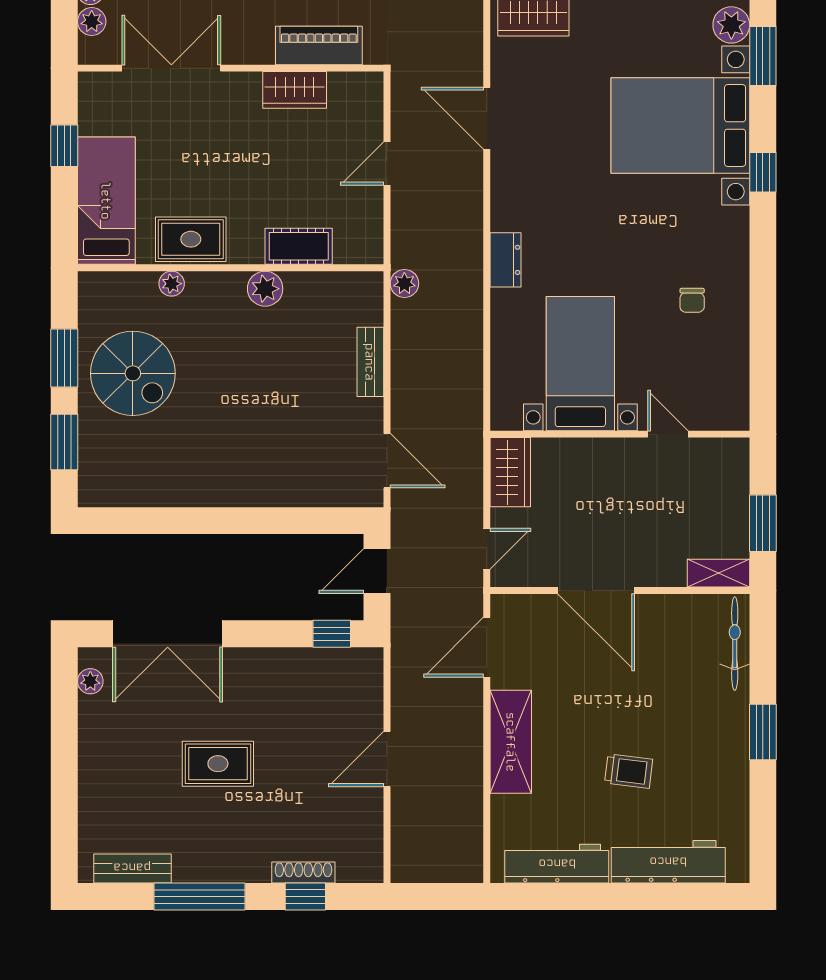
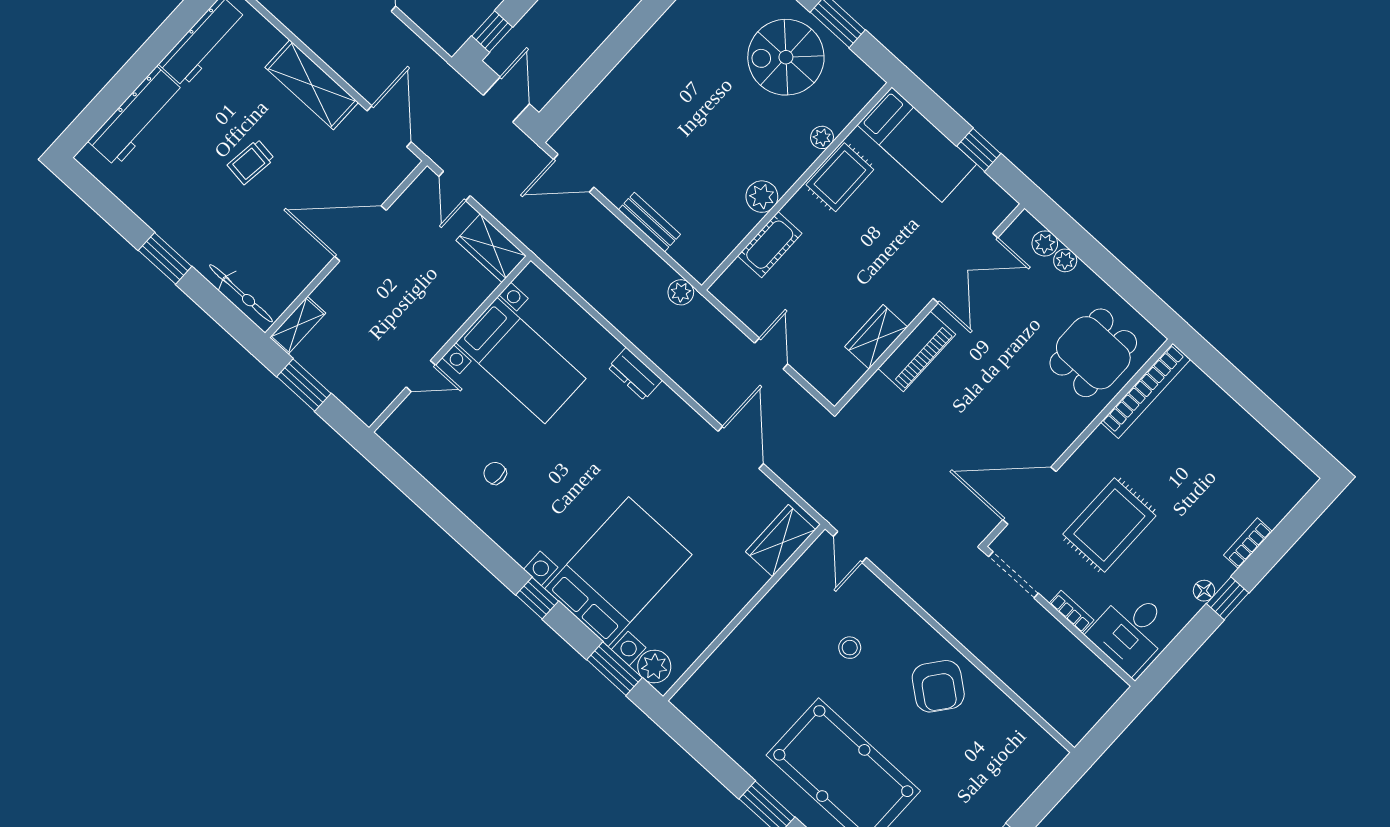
piano: (319, 46) -> (917, 351), moved
door: (487, 118) -> (741, 447), hinge flipped
trolley: (629, 771) -> (251, 162), moved

